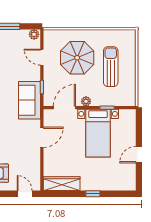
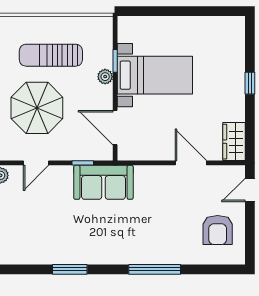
plant: (86, 101) -> (105, 77), moved
door: (42, 137) -> (191, 163), moved
door: (139, 155) -> (189, 11), removed
wardrobe: (62, 184) -> (234, 142), width x0.67

